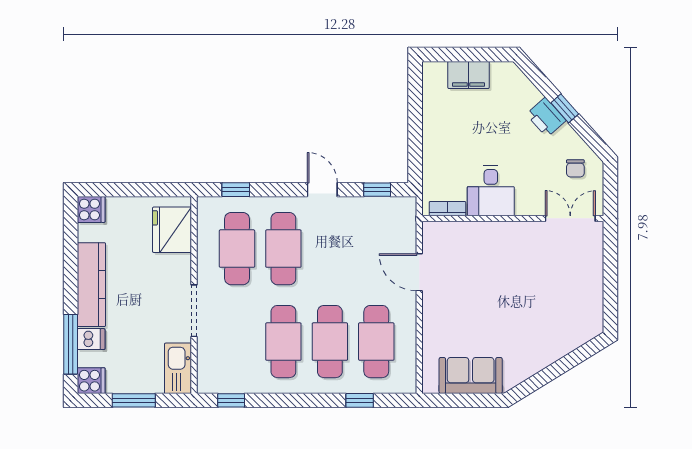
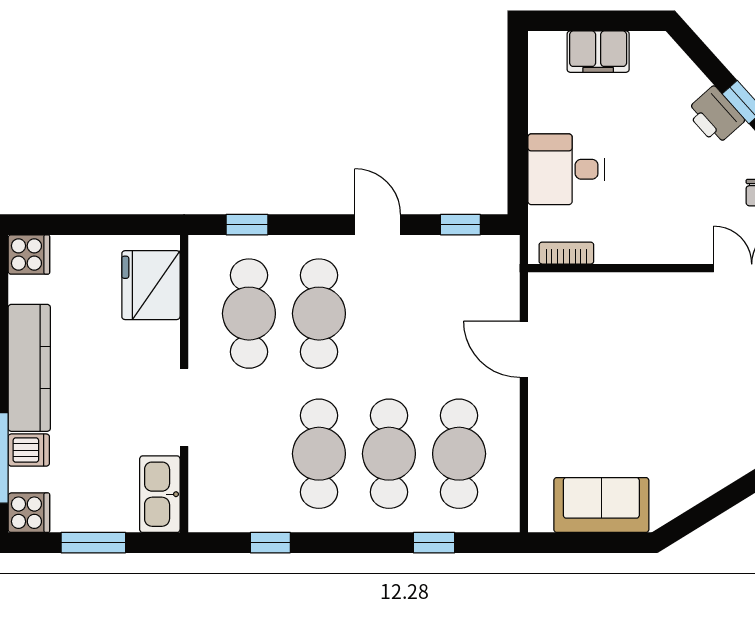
desk: (491, 191) -> (566, 169), moved, turned 90
window: (231, 400) -> (270, 543), moved

